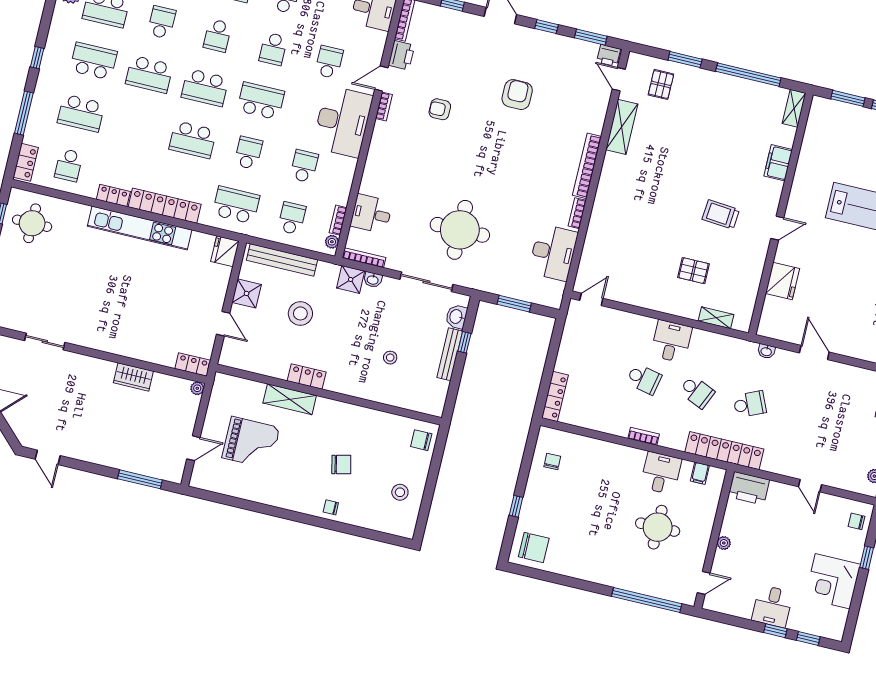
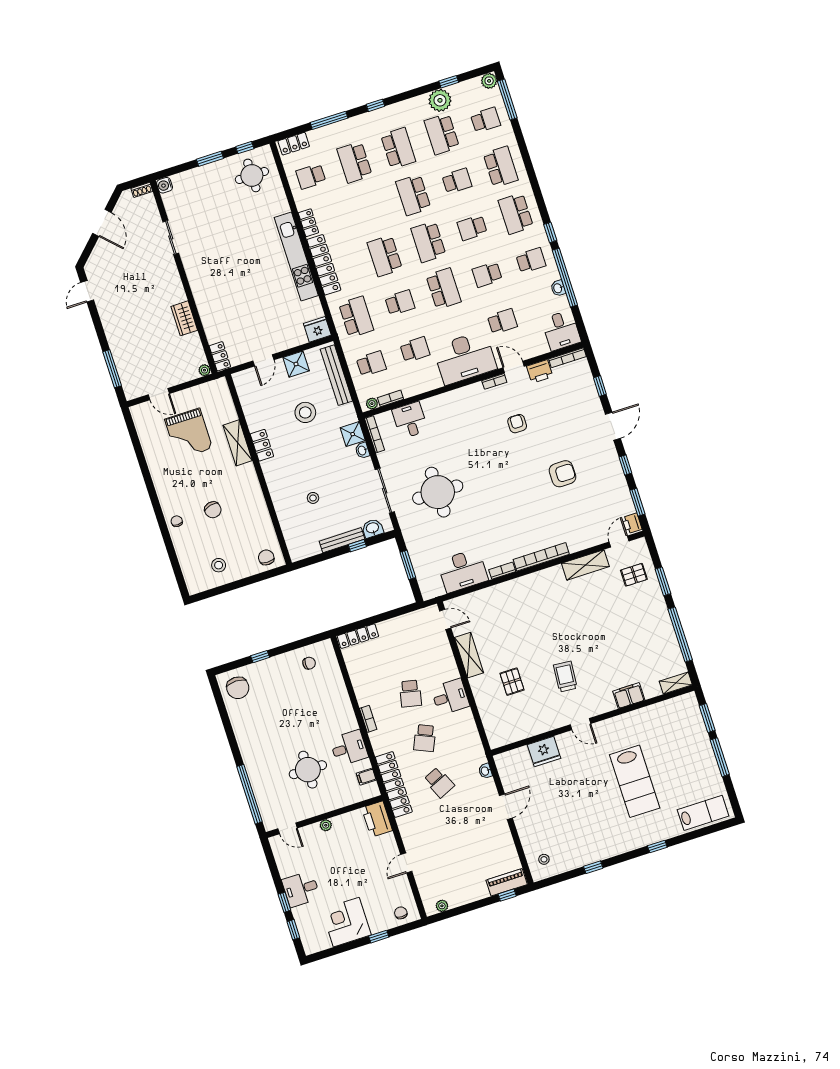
shelving: (716, 318) -> (469, 655), moved, width x1.50, depth x1.33

